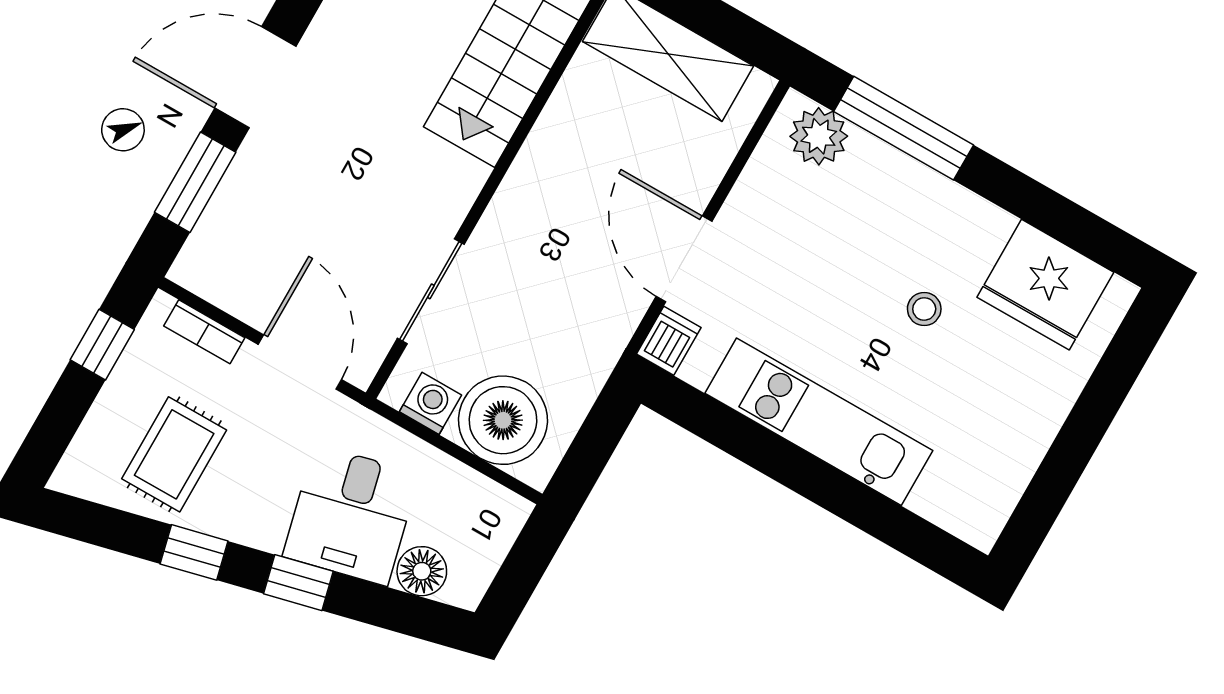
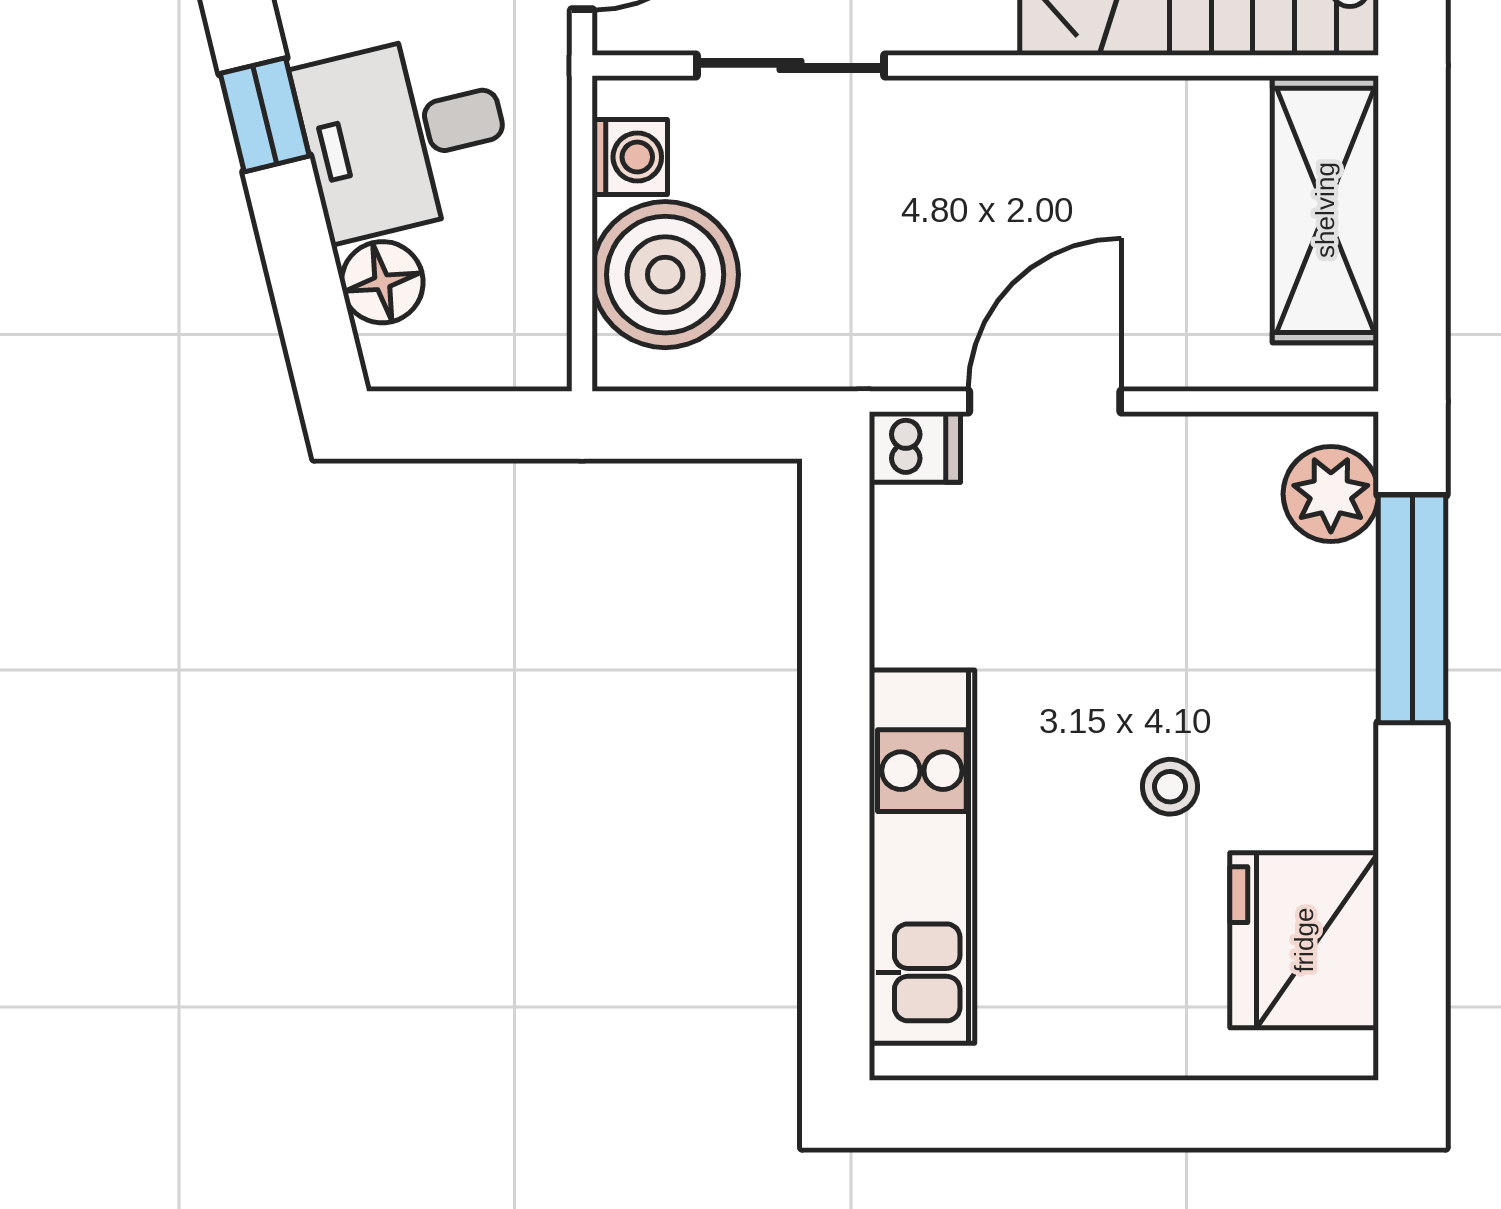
kitchen unit: (819, 422) -> (922, 857), moved

